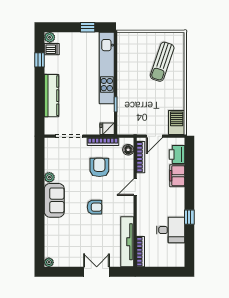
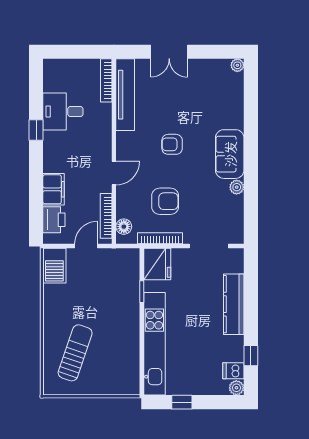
fridge: (107, 129) -> (157, 264), width x1.88, depth x1.34
armchair: (99, 167) -> (165, 201), turned -90

